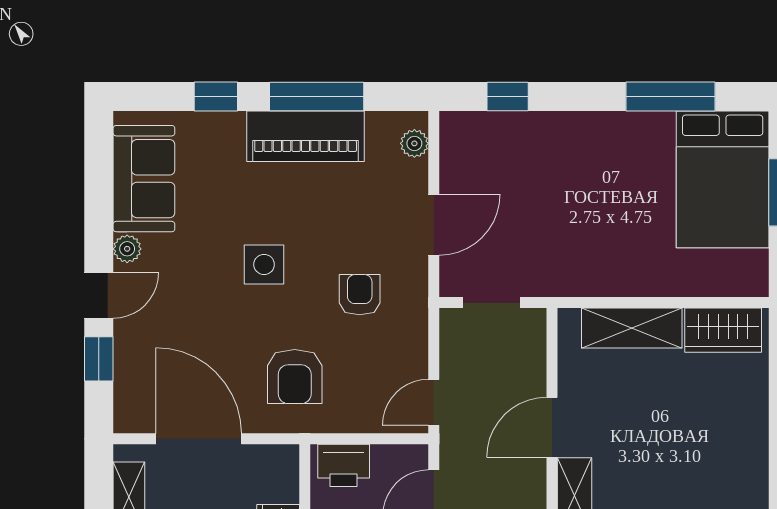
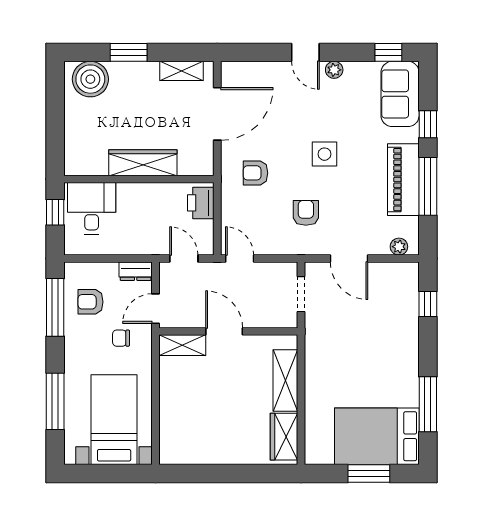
sofa: (144, 179) -> (400, 94), moved, turned 90
armchair: (360, 295) -> (306, 213), turned -90
window: (99, 359) -> (388, 52), moved
armchair: (295, 377) -> (255, 173), width x0.72, depth x0.72

